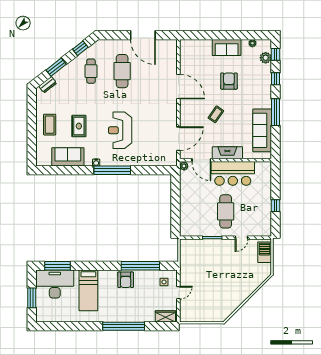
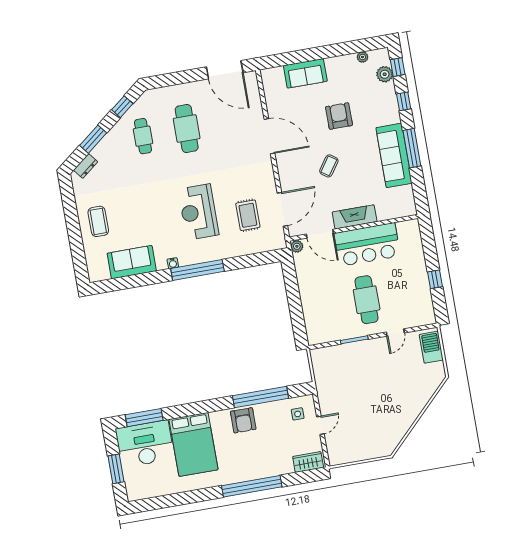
door: (143, 35) -> (225, 70), moved
sofa: (227, 47) -> (305, 73), moved
rug: (79, 126) -> (248, 215), moved
sofa: (262, 130) -> (394, 155), moved
bed: (88, 290) -> (193, 444), width x1.50

